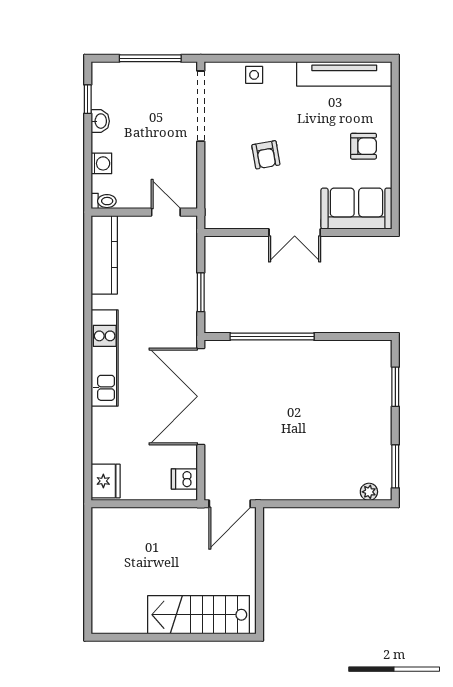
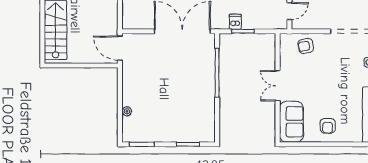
armchair: (266, 155) -> (306, 46), moved
dishwasher: (184, 479) -> (235, 22), moved
plant: (369, 492) -> (127, 111), moved

